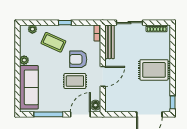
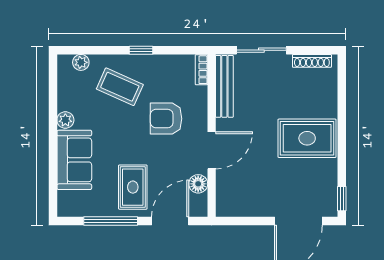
rug: (75, 81) -> (133, 187), moved, turned 90
sofa: (29, 87) -> (74, 160), width x0.73
floor lamp: (96, 105) -> (198, 184), moved

